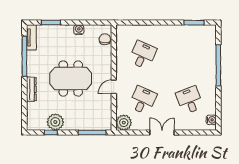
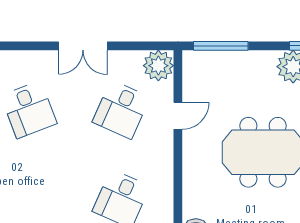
door: (114, 87) -> (178, 116), moved

